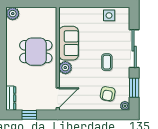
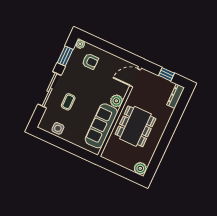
sofa: (69, 43) -> (101, 126), width x1.36
dining table: (36, 52) -> (135, 126), width x1.38
coffee table: (107, 62) -> (68, 102), moved
armchair: (108, 94) -> (90, 61), turned 80

